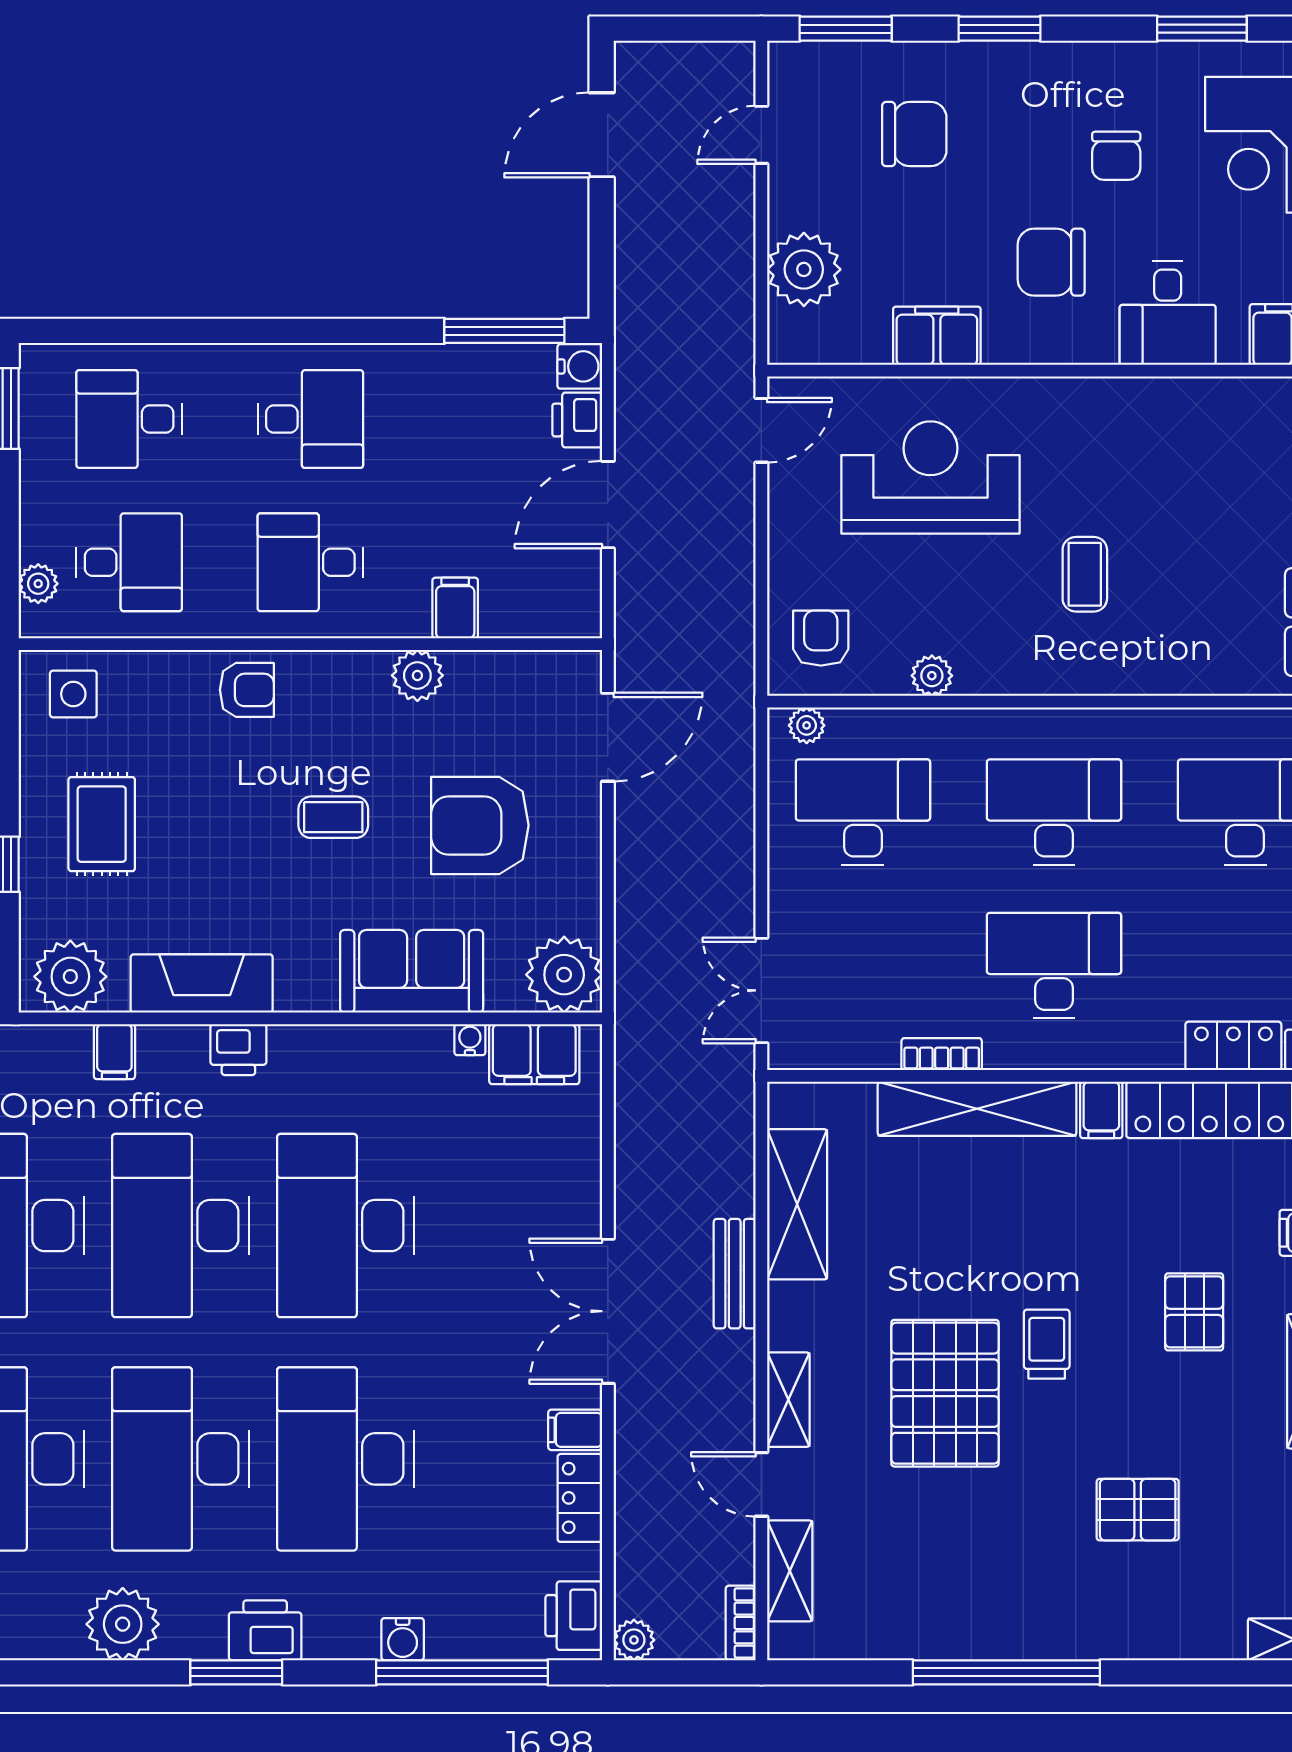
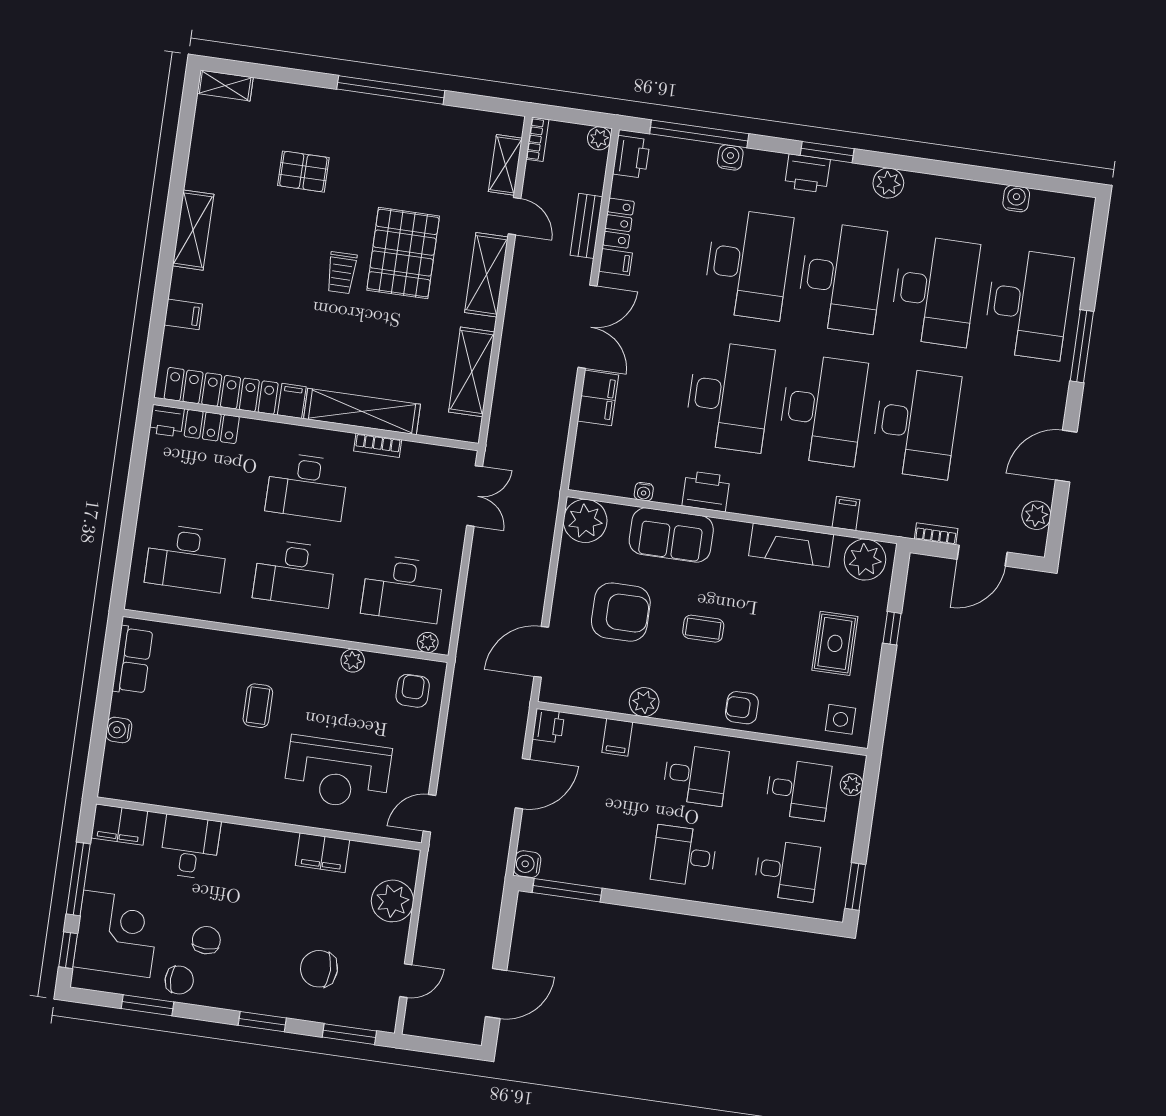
chair: (1051, 262) -> (179, 980), moved, width x0.73, depth x0.73
printer: (577, 420) -> (548, 726), moved
desk: (129, 562) -> (798, 790), turned 180
armchair: (821, 638) -> (413, 691), turned 180
printer: (238, 1050) -> (706, 491), moved, width x1.36, depth x1.24
filing cabinet: (534, 1054) -> (598, 398), moved, turned 90
bench: (735, 1274) -> (586, 226), moved
pallet: (1194, 1312) -> (255, 279), removed
shelving: (788, 1400) -> (486, 275), width x1.50, depth x1.33
plant: (123, 1624) -> (888, 183), width x0.73, depth x0.73

